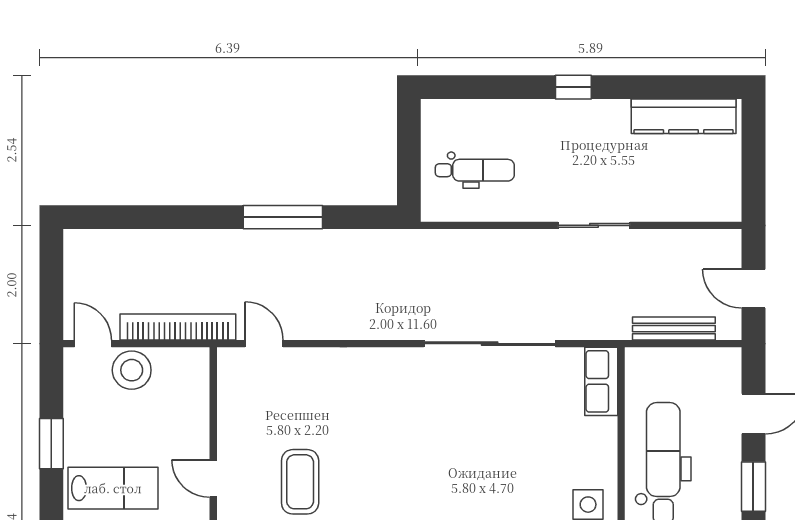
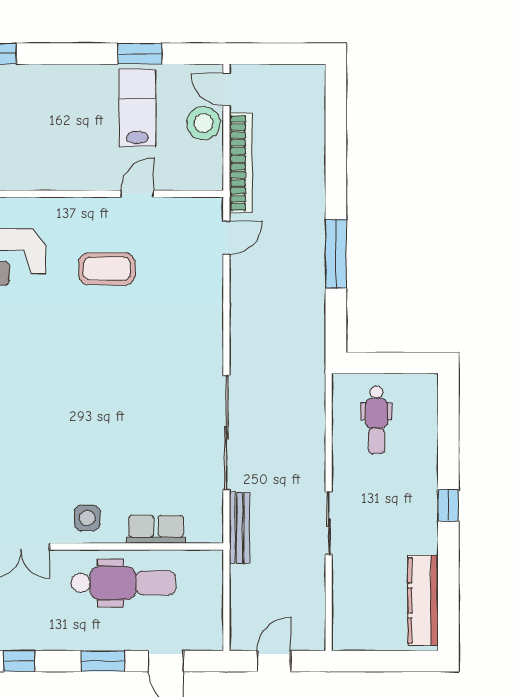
bench: (674, 329) -> (239, 528), moved
door: (93, 344) -> (226, 90), swing flipped
row of seats: (601, 381) -> (156, 529), moved
door: (213, 478) -> (137, 194), moved
lab bench: (113, 488) -> (138, 108), moved, turned 180

